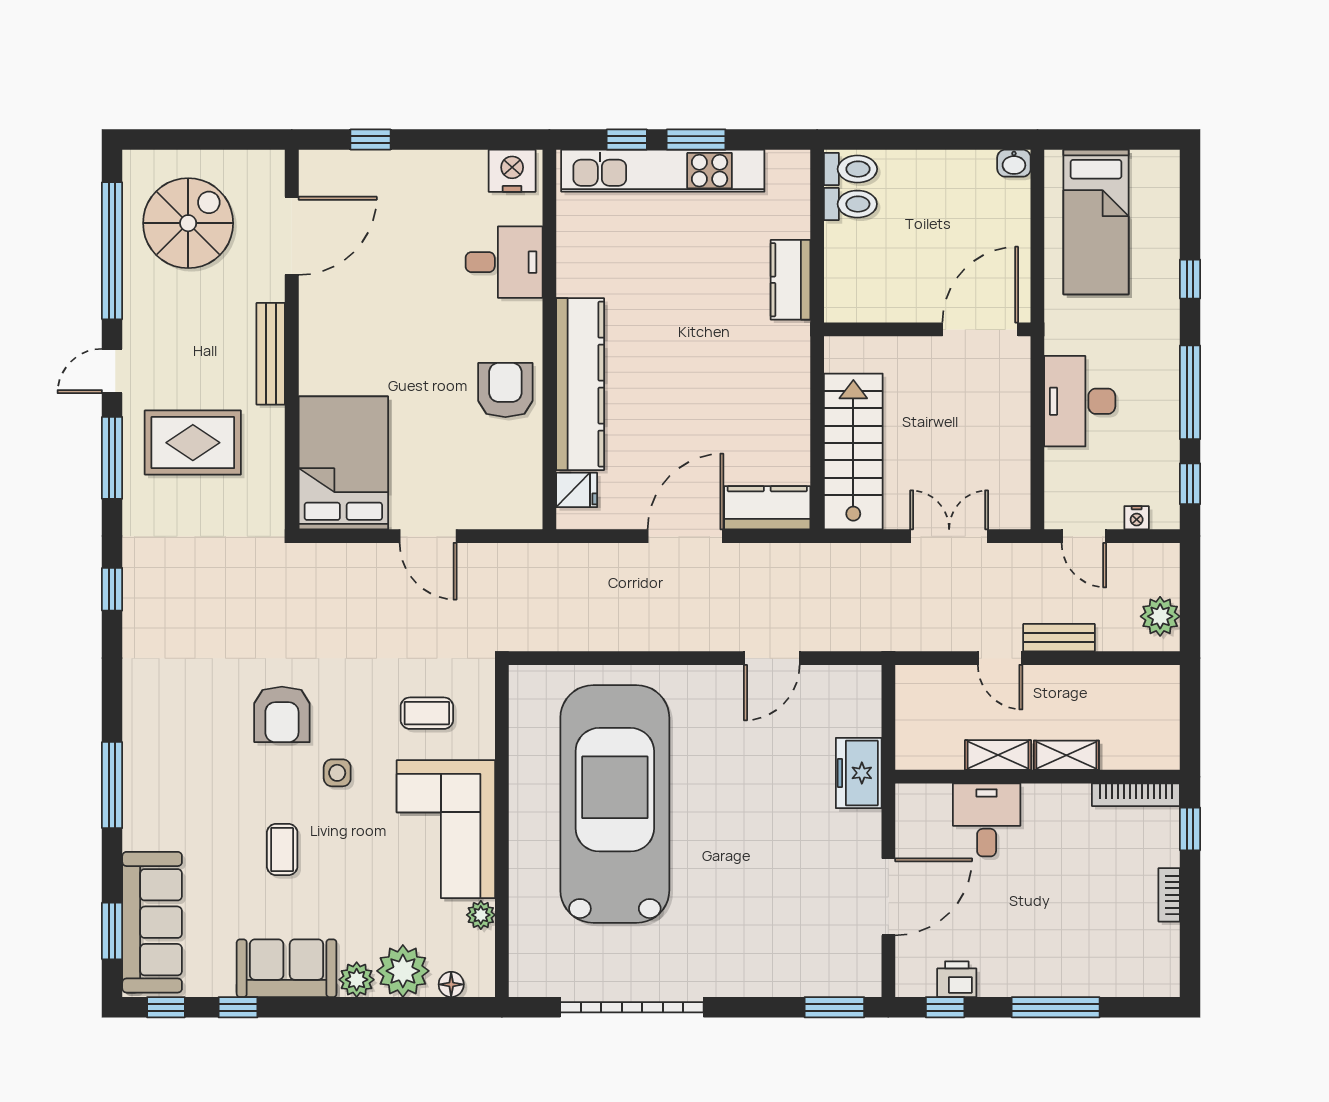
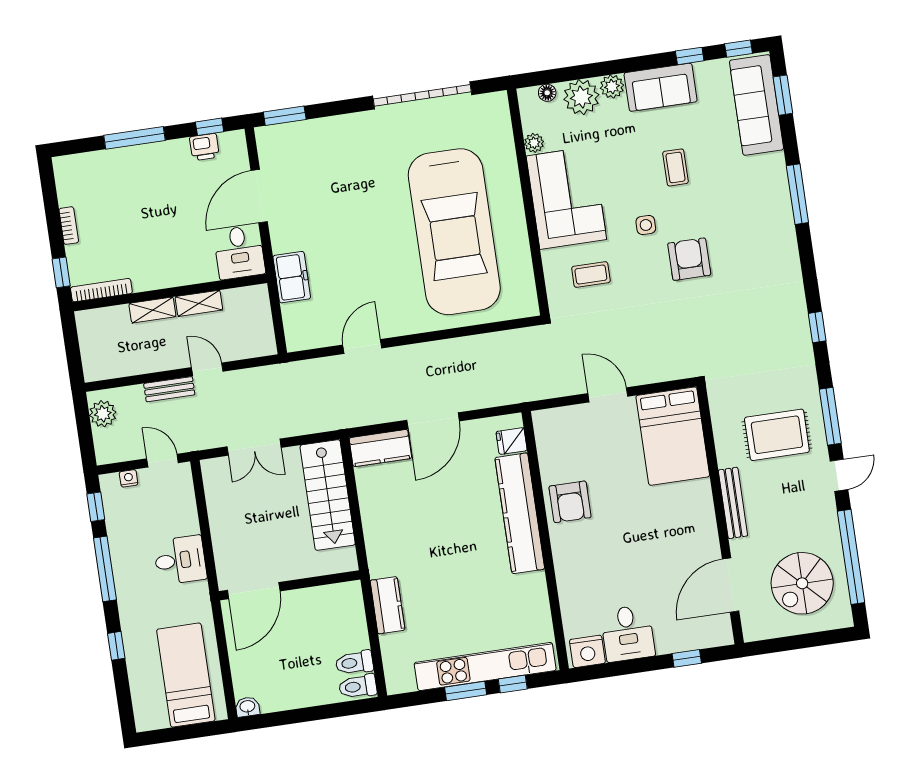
desk: (504, 262) -> (628, 633), moved, turned -90
desk: (1080, 401) -> (180, 560), width x0.73
desk: (987, 820) -> (239, 252), moved

